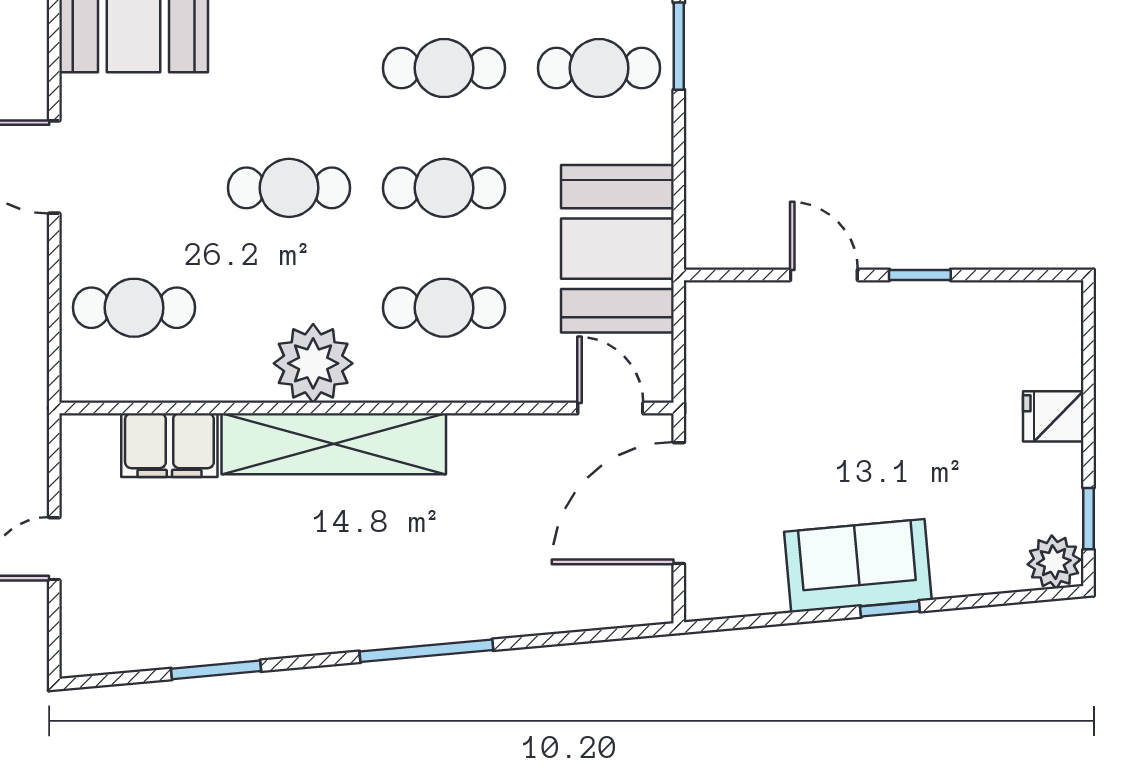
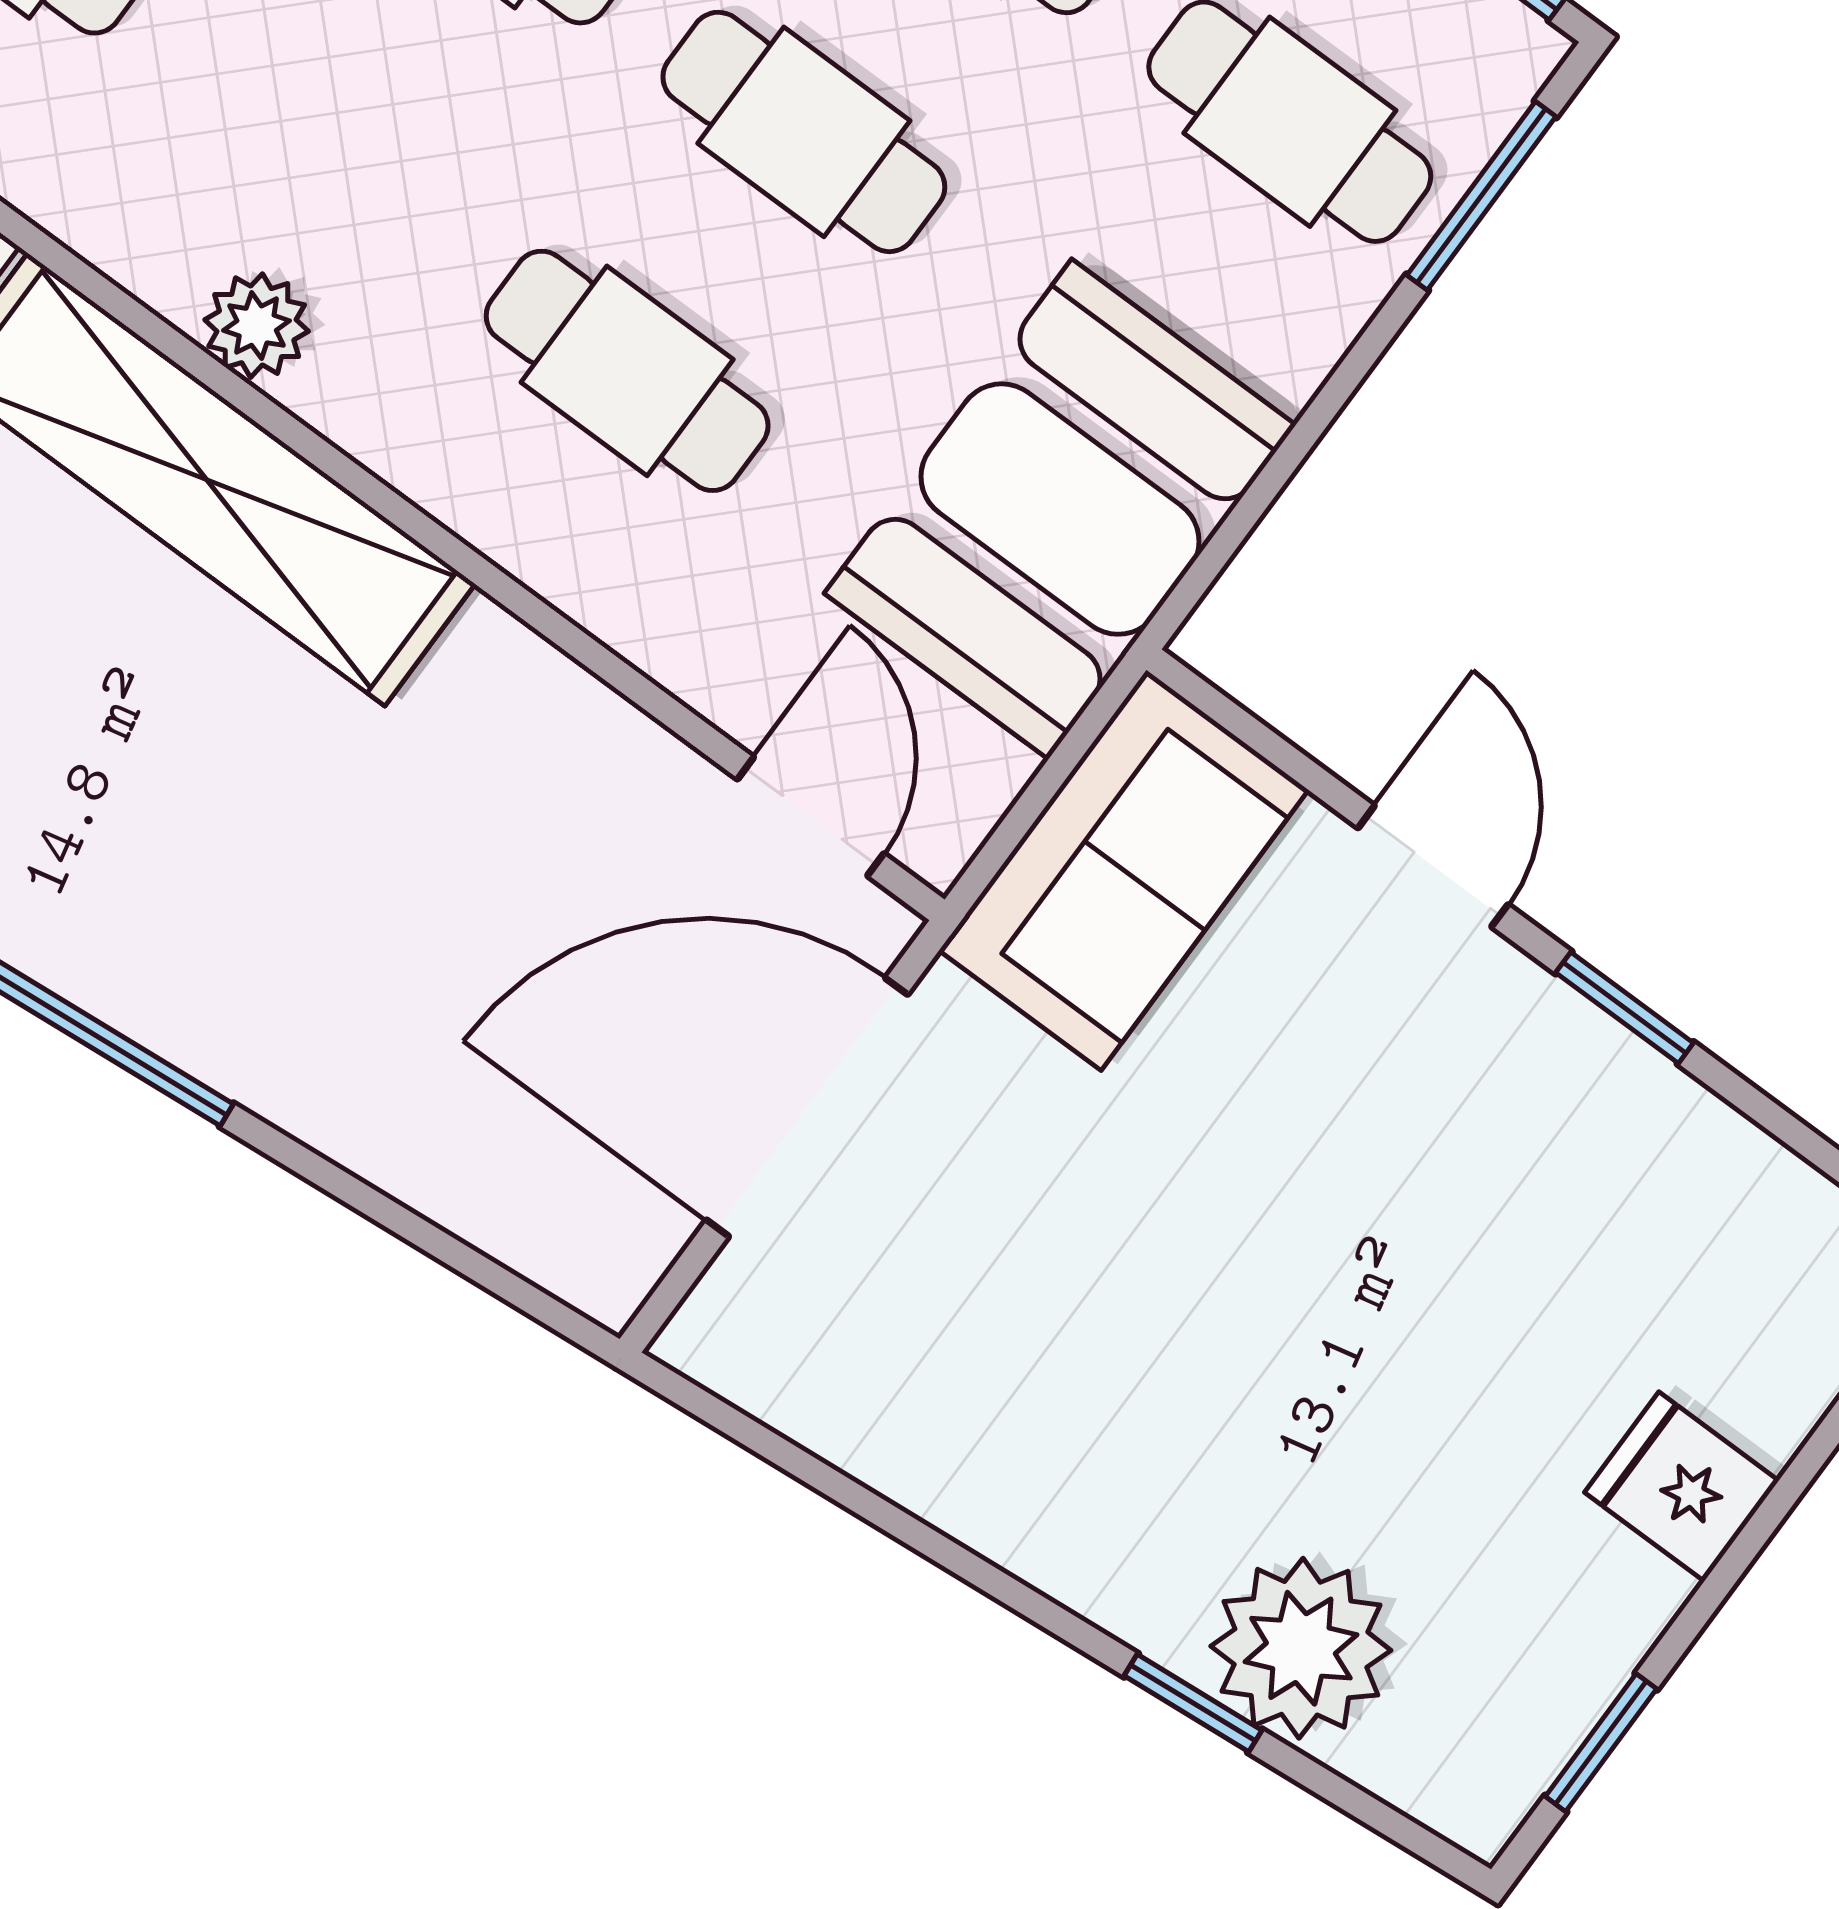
plant: (313, 363) -> (257, 326), width x0.53, depth x0.53
plant: (1054, 562) -> (1301, 1648), moved, width x1.36, depth x1.36
sofa: (858, 566) -> (1124, 870), moved, turned 95
window: (890, 609) -> (1193, 1703), moved

